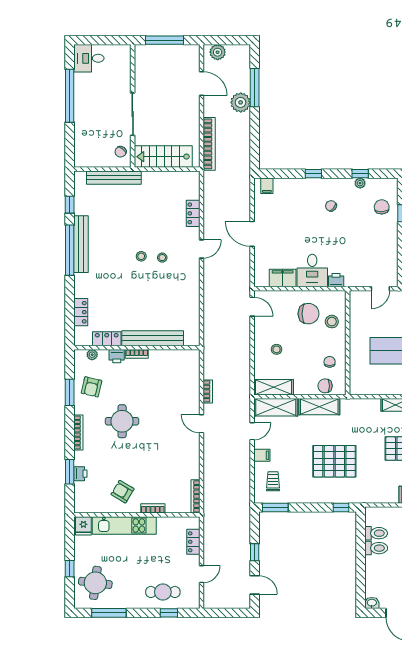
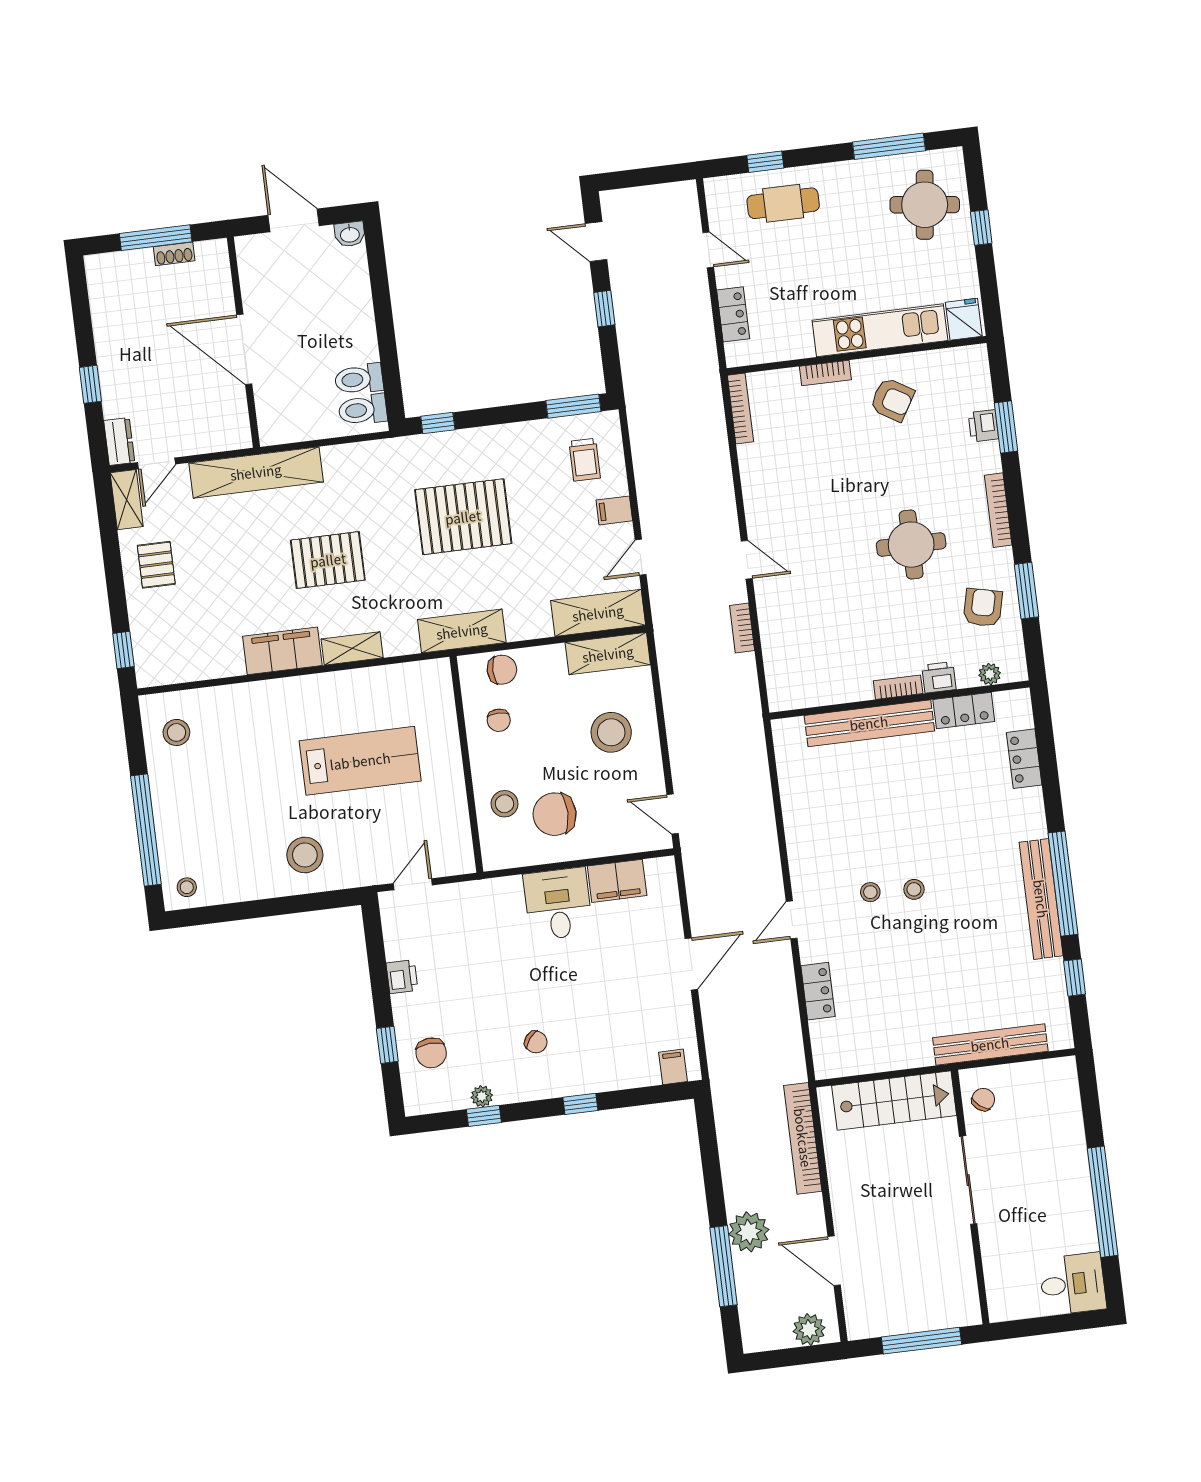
door: (252, 234) -> (691, 964), hinge flipped
printer: (336, 280) -> (402, 977), moved, turned -90
stool: (277, 349) -> (611, 732), width x1.89, depth x1.89
shelving: (319, 407) -> (462, 631), moved
toilet: (376, 548) -> (363, 410), moved
door: (201, 574) -> (708, 250), swing flipped

